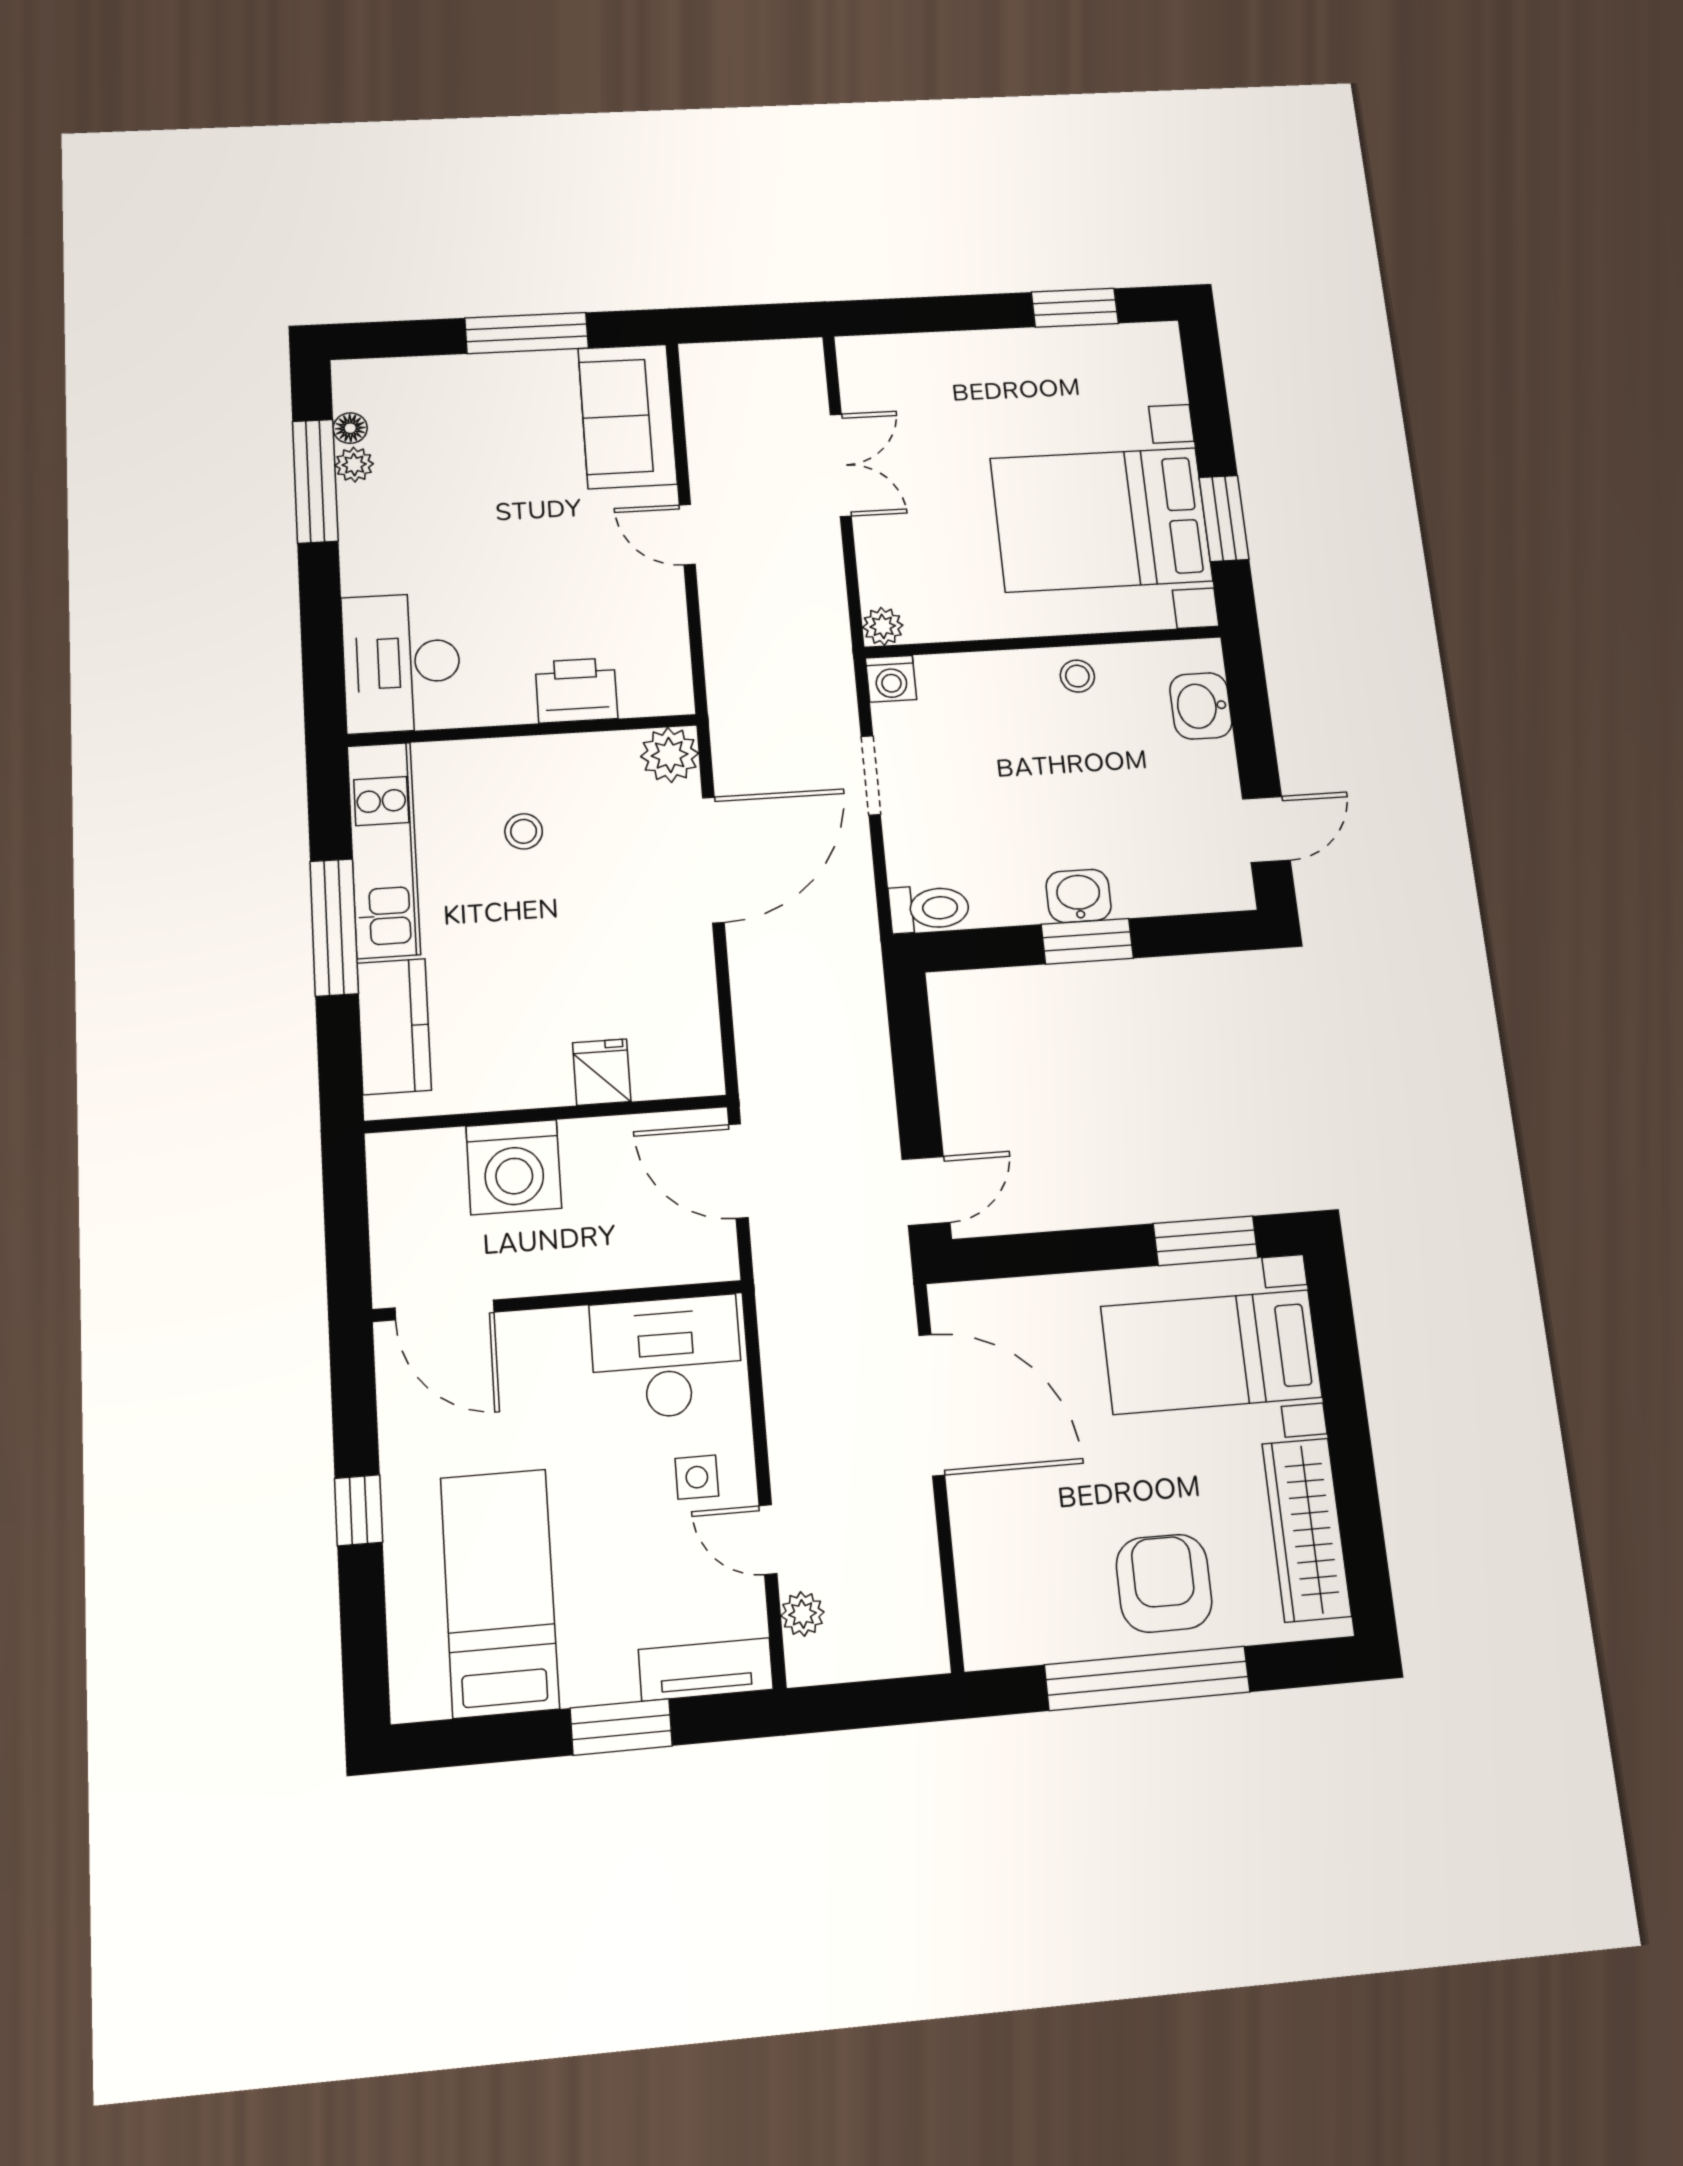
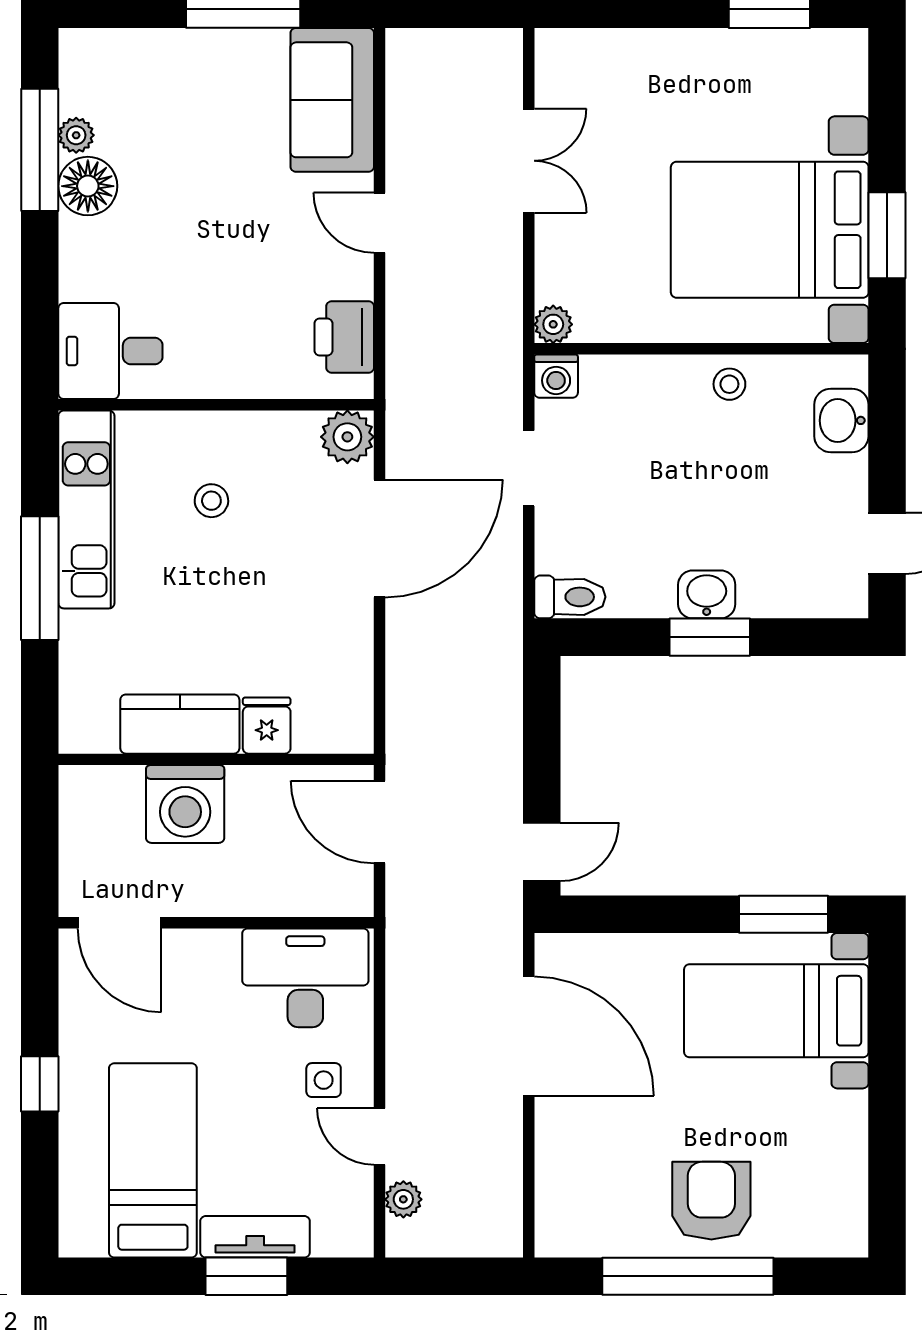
floor lamp: (350, 428) -> (88, 186), moved, width x1.89, depth x1.89
desk: (401, 663) -> (110, 351), width x0.73
printer: (576, 690) -> (344, 337), moved, turned -90
kitchen counter: (394, 1026) -> (180, 724), moved, turned -90
wardrobe: (1306, 1530) -> (839, 1167), removed
tv unit: (706, 1669) -> (255, 1237), moved

